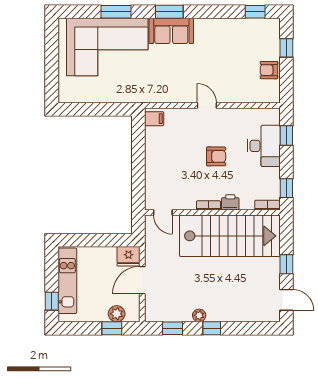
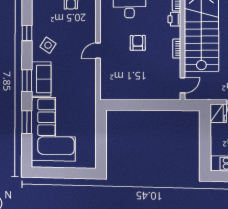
window: (255, 12) -> (27, 33), moved
side table: (215, 40) -> (48, 45), added
filing cabinet: (154, 119) -> (108, 92), removed
printer: (230, 202) -> (174, 19), moved

